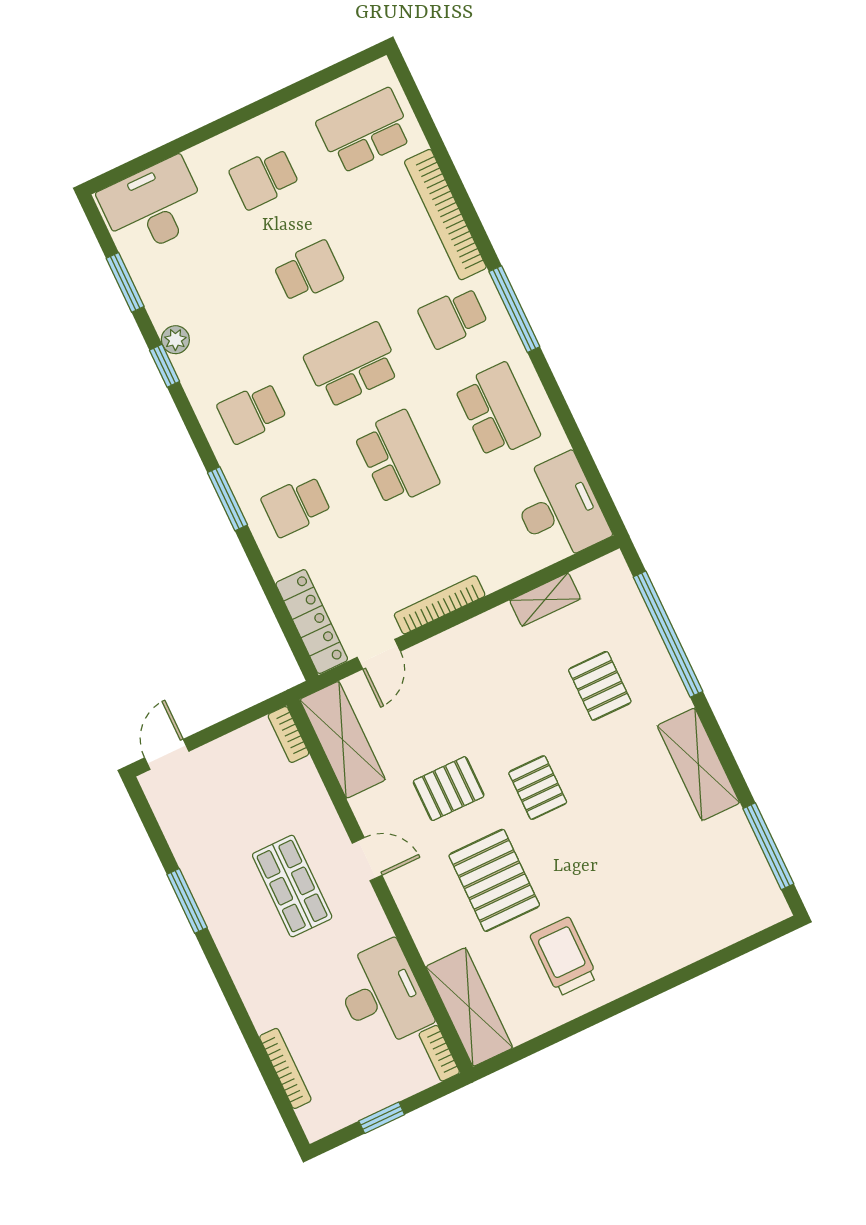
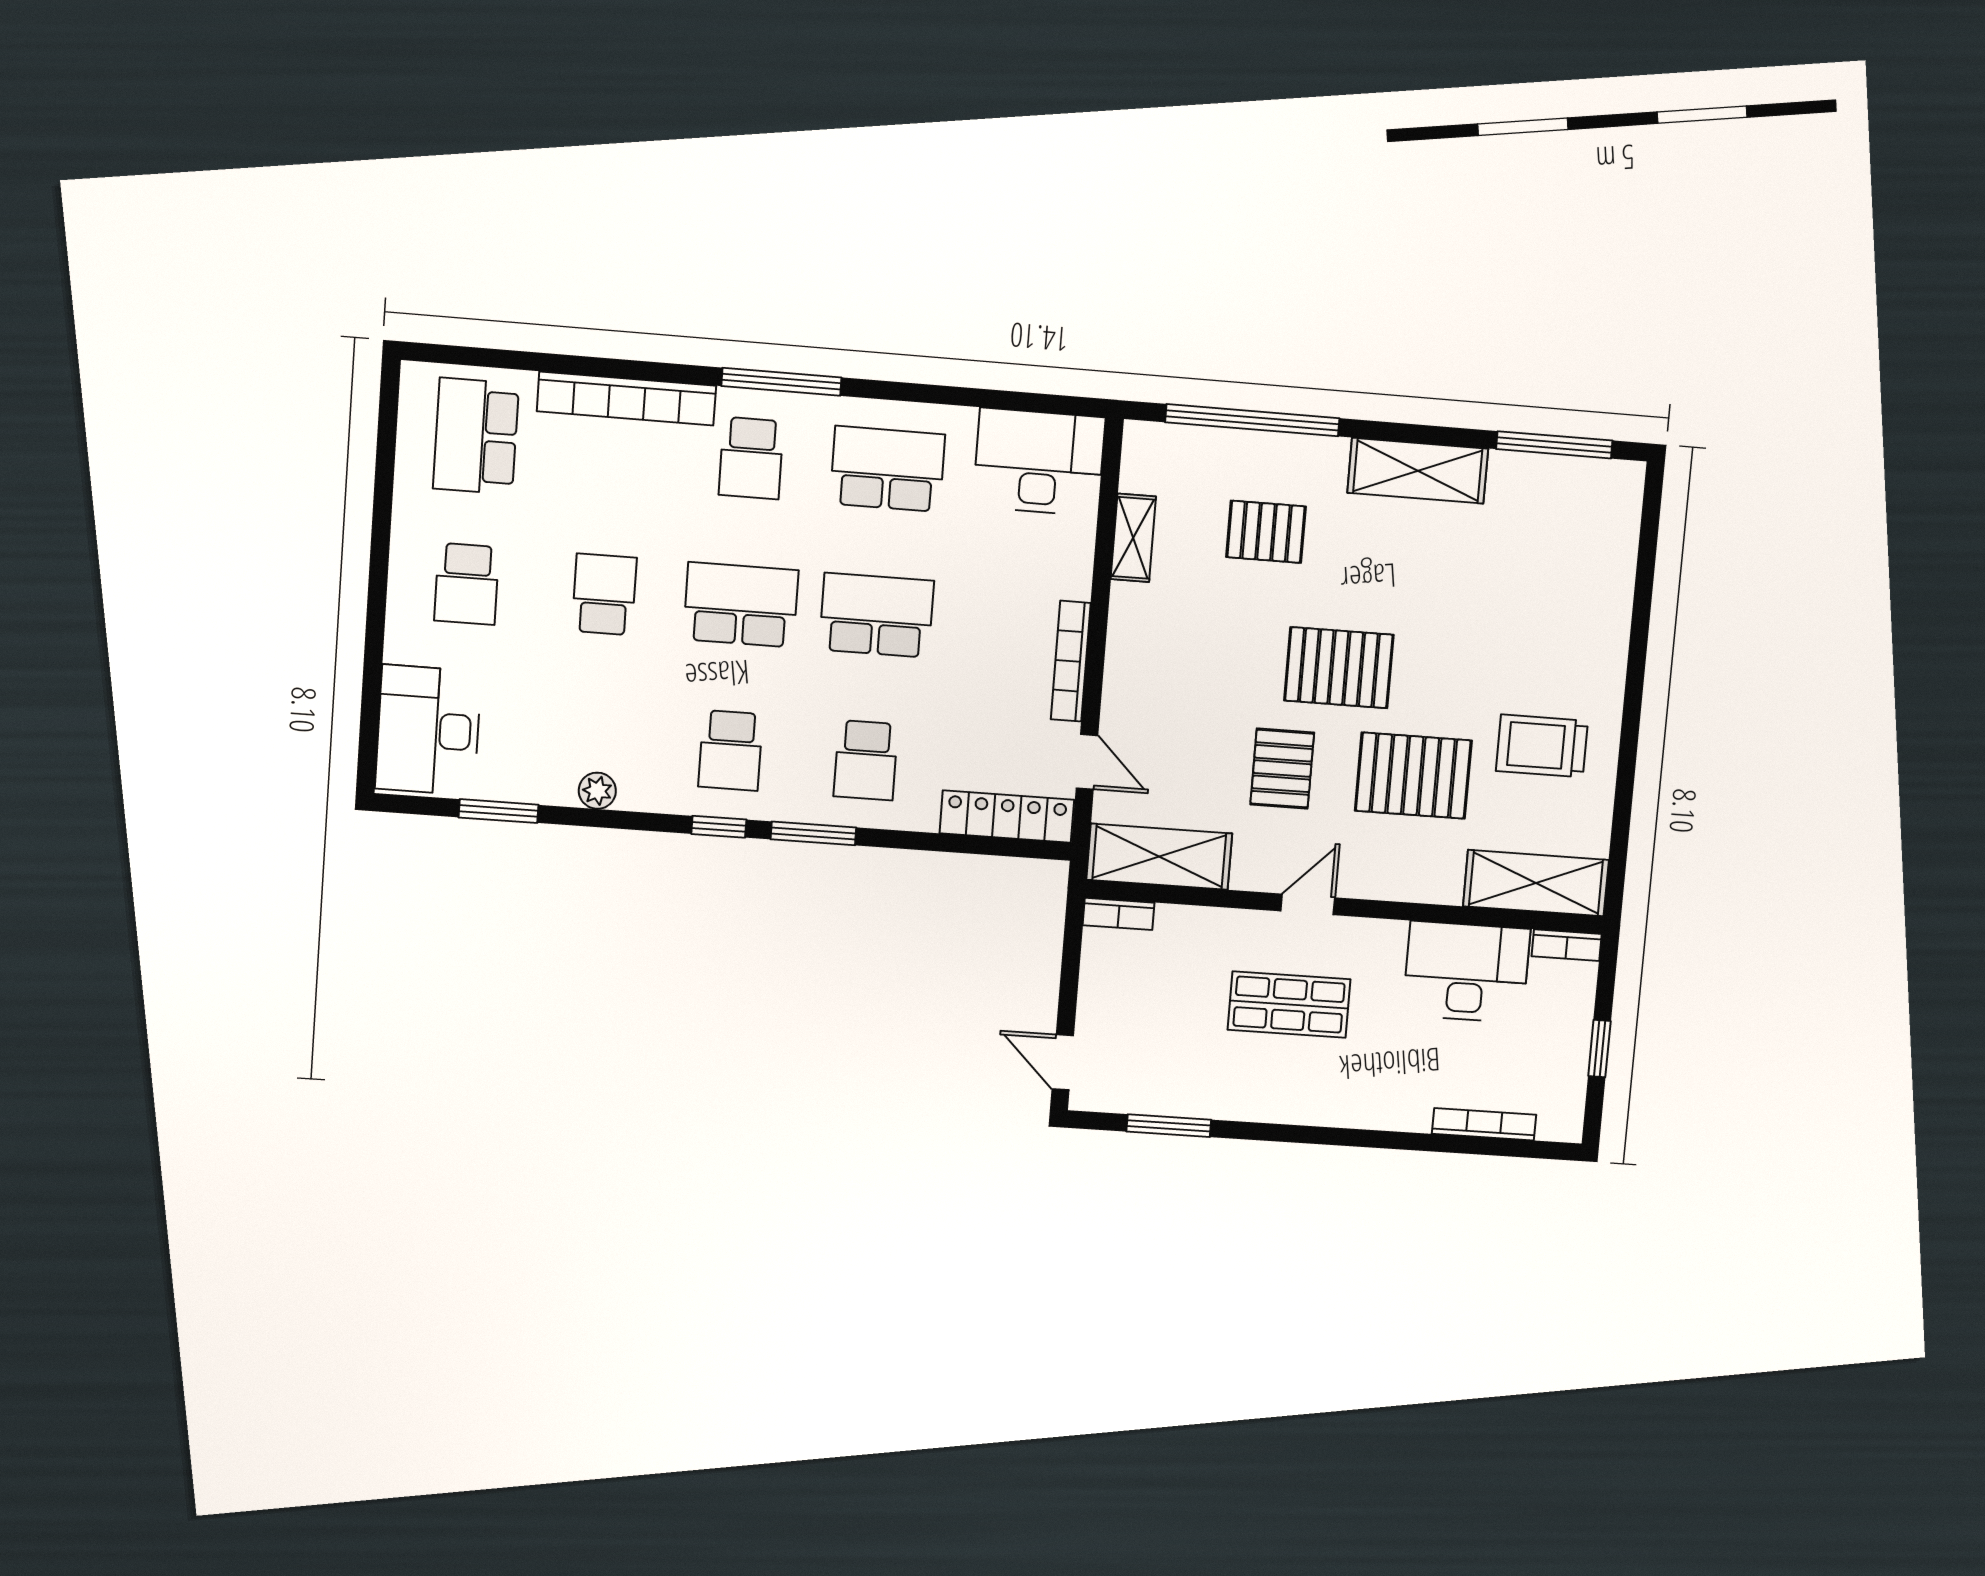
school desk: (353, 365) -> (741, 605), turned 90
window: (165, 366) -> (719, 827), moved
pallet: (538, 788) -> (1339, 668), width x1.50, depth x1.42
window: (187, 901) -> (1169, 1126), moved

